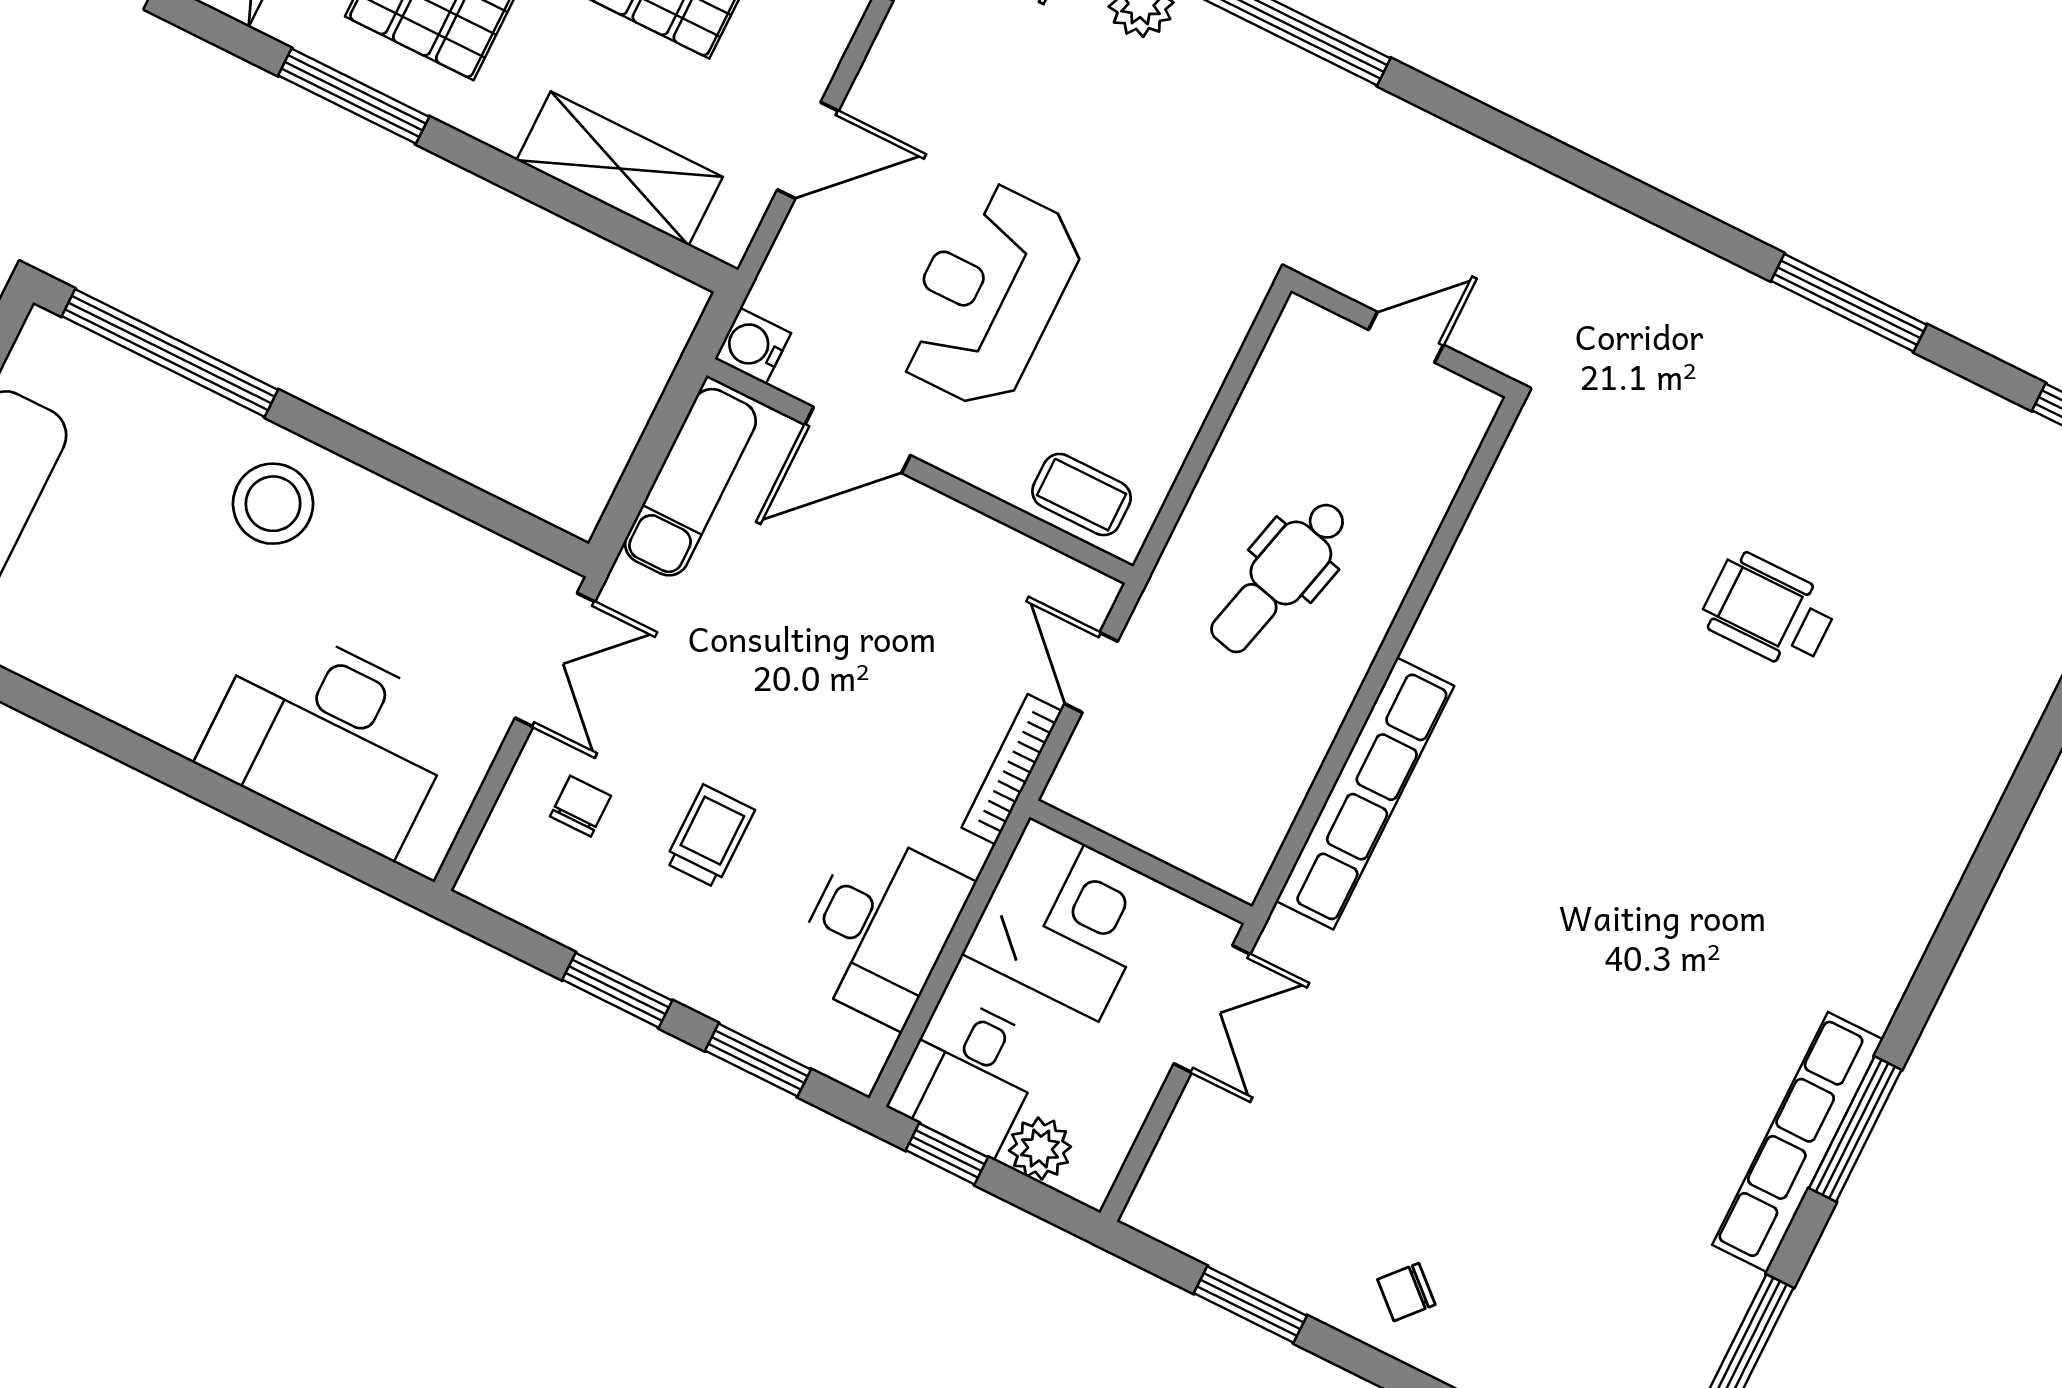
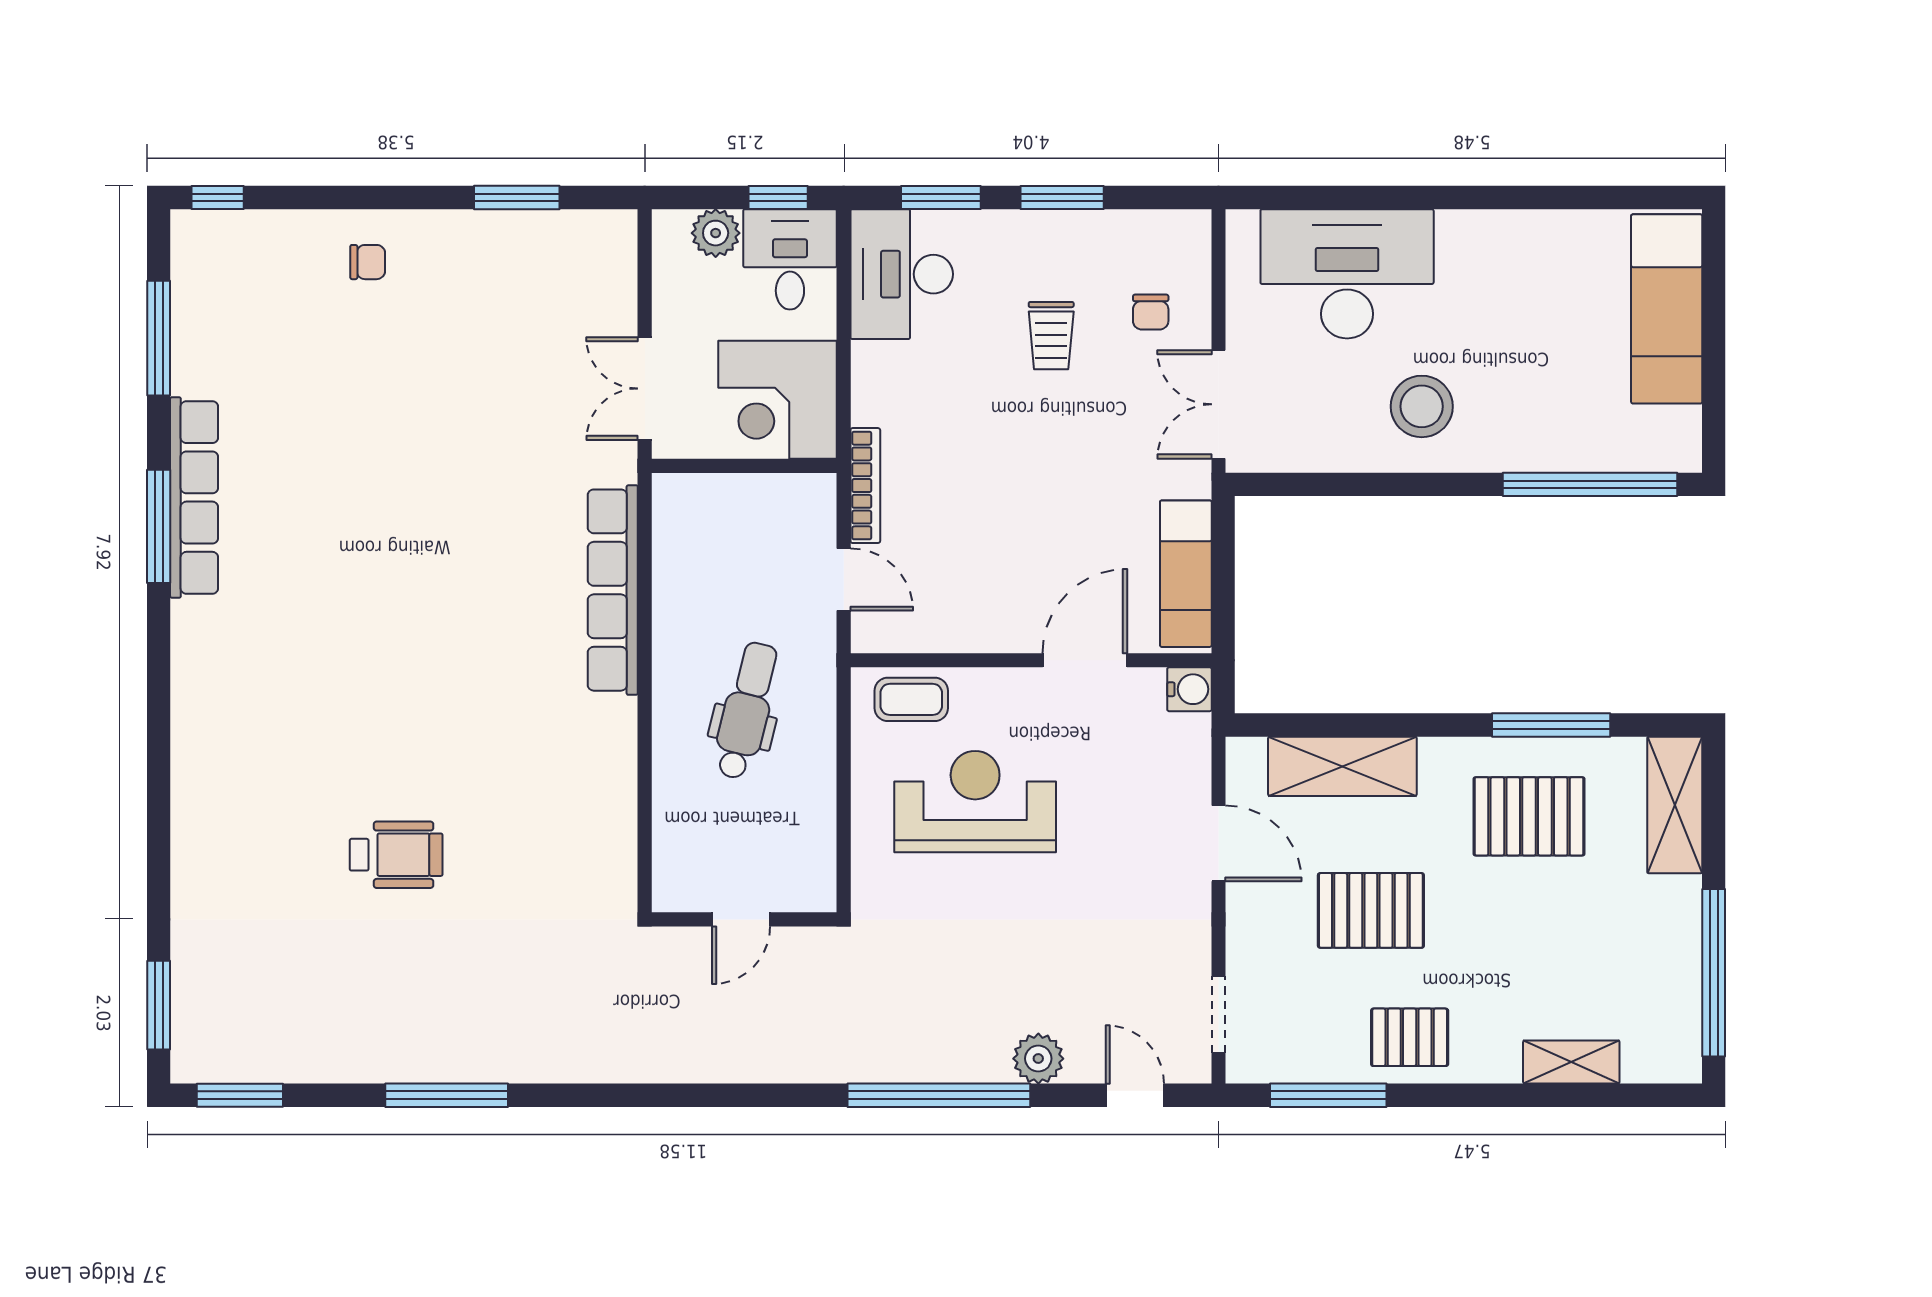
door: (808, 150) -> (1218, 843), swing flipped
reception desk: (988, 296) -> (975, 802), moved, turned -90
stool: (273, 504) -> (1422, 406), moved
desk: (880, 928) -> (902, 274), moved
chair: (1406, 1292) -> (368, 262), moved, turned 48

